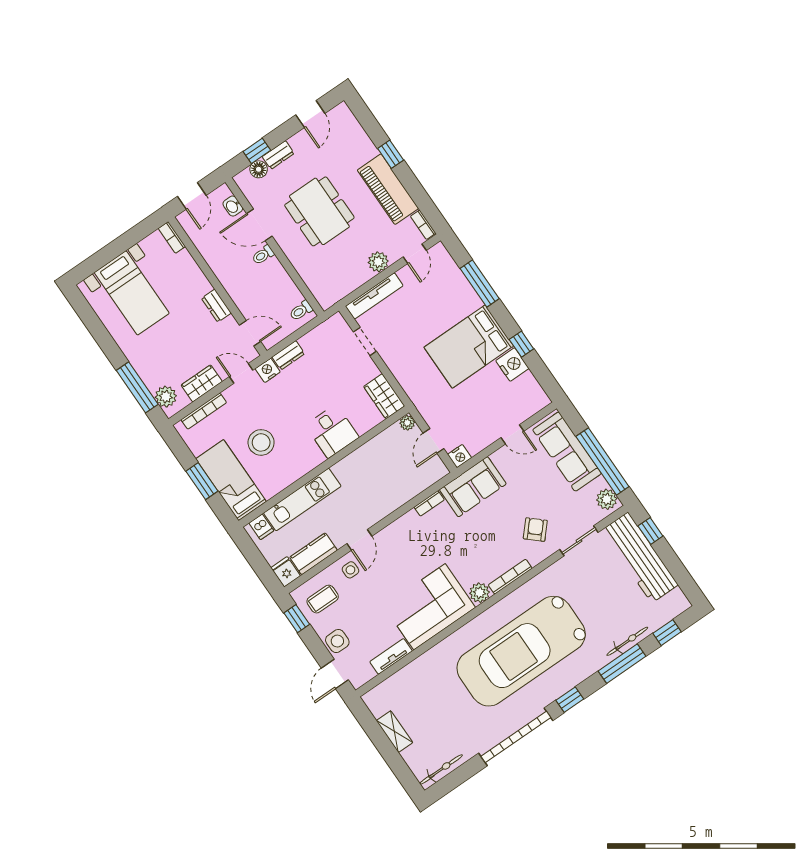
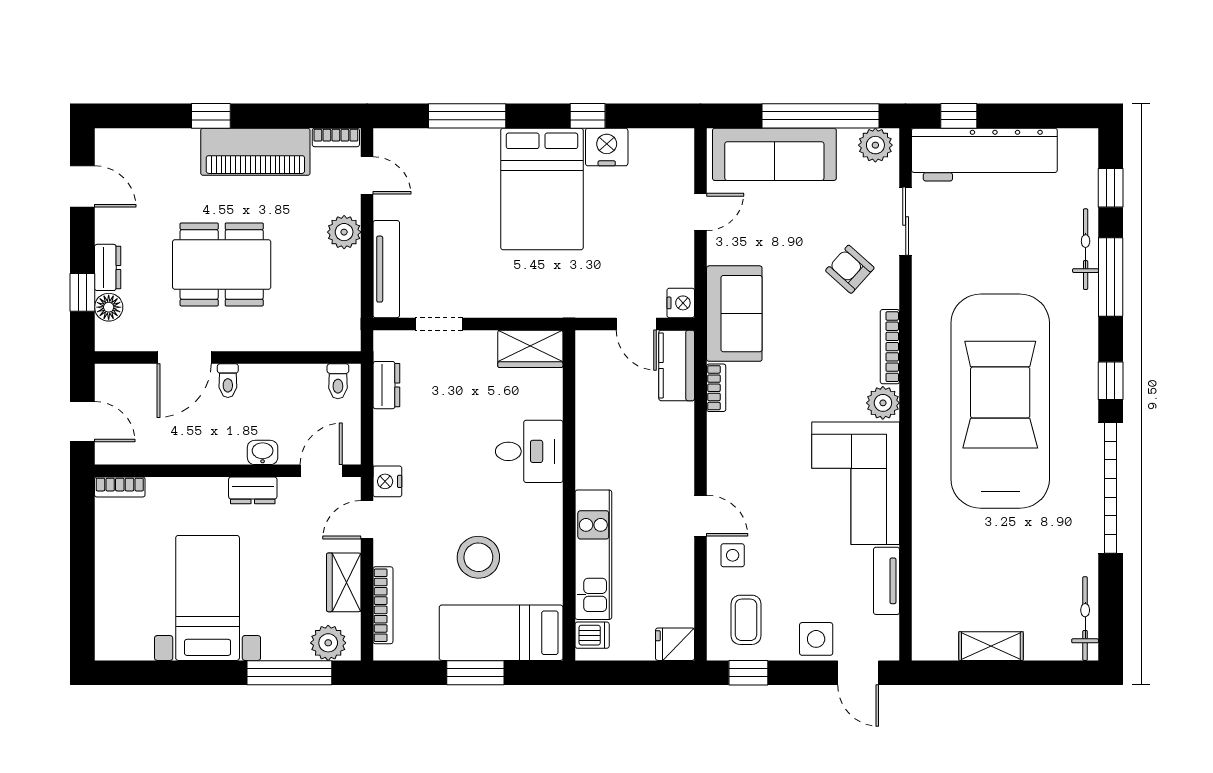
washbasin: (233, 206) -> (263, 452), moved, turned 180
bed with nightstands: (132, 293) -> (208, 598), moved, turned -90
dresser: (288, 355) -> (386, 385), moved
plant: (407, 423) -> (587, 342), removed
kitchen counter: (313, 554) -> (677, 365), moved
car: (521, 651) -> (1000, 401), turned 180

